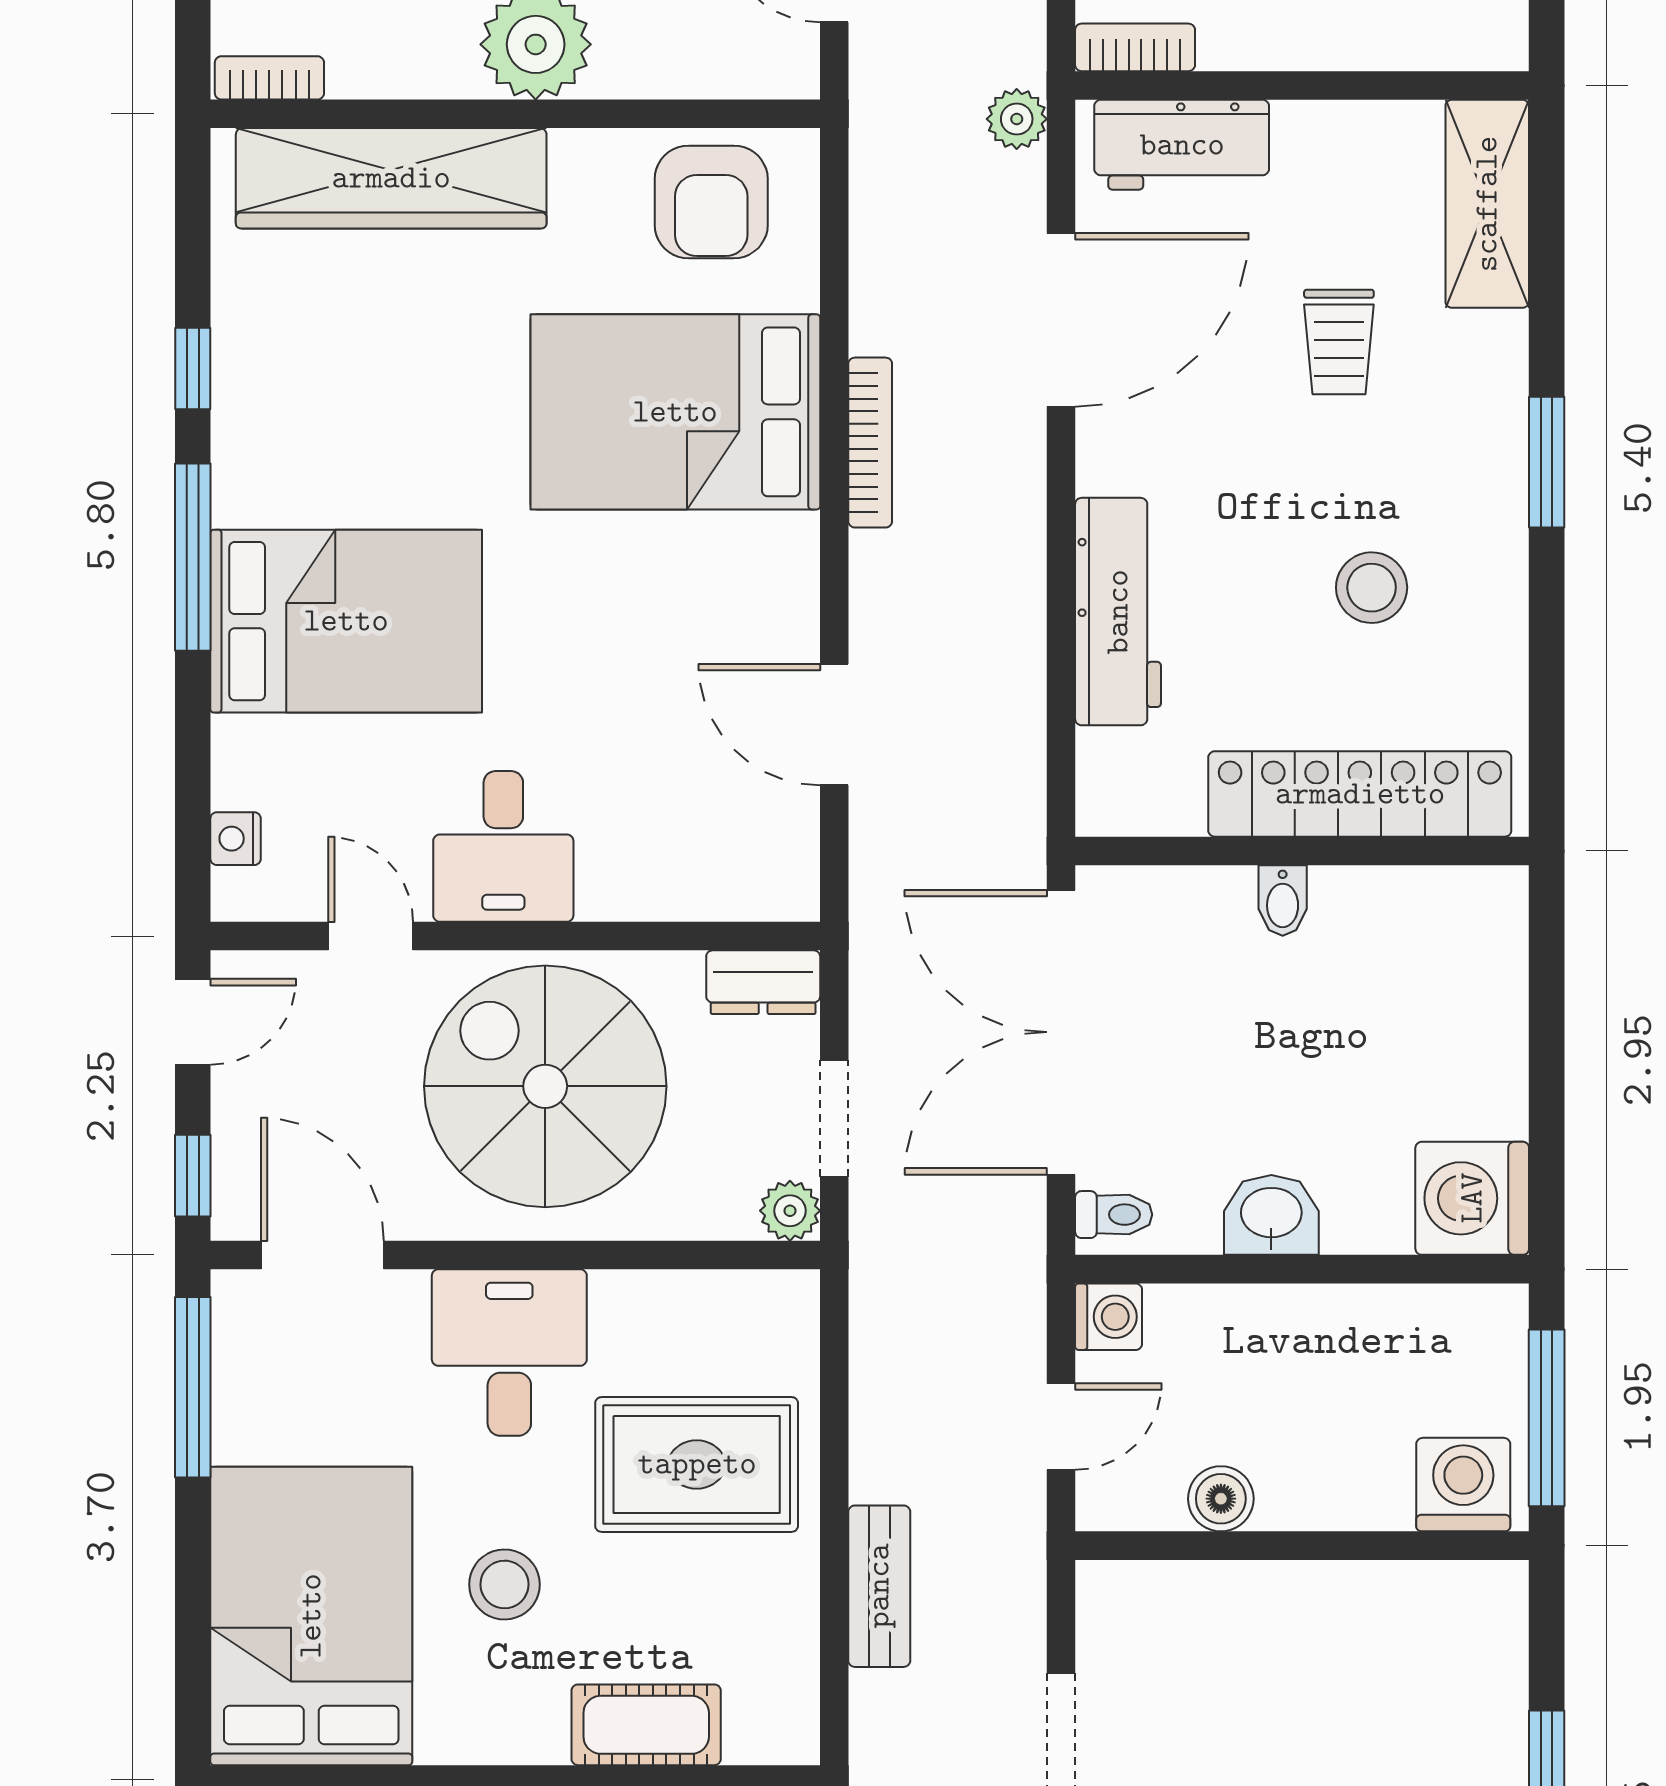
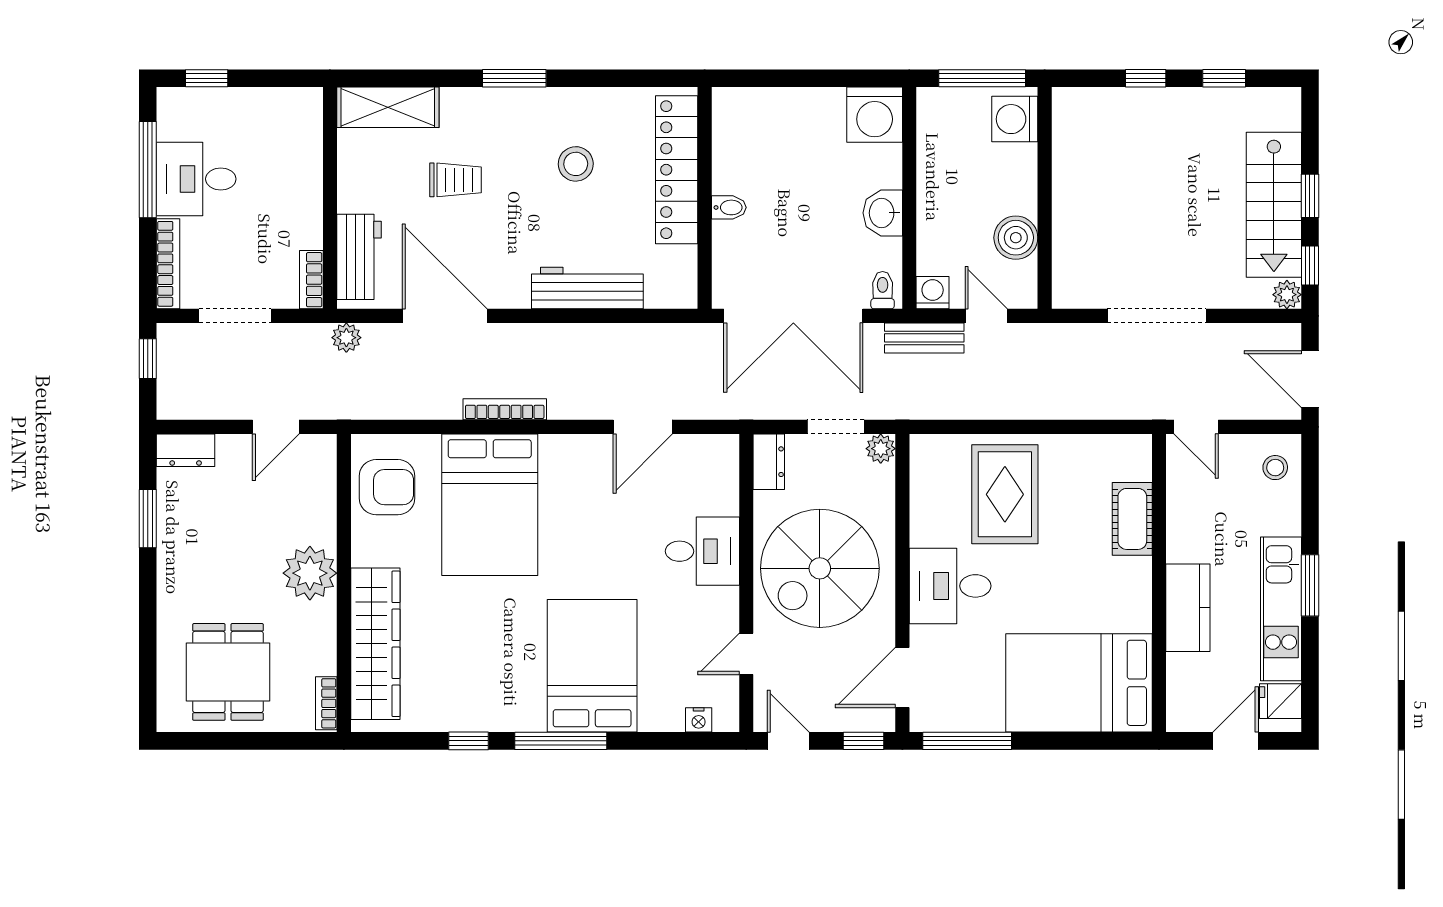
desk: (503, 846) -> (702, 551), moved
boiler: (1221, 1499) -> (1016, 238), width x1.36, depth x1.36
stool: (504, 1584) -> (1064, 588), removed
bench: (879, 1586) -> (924, 338), moved

